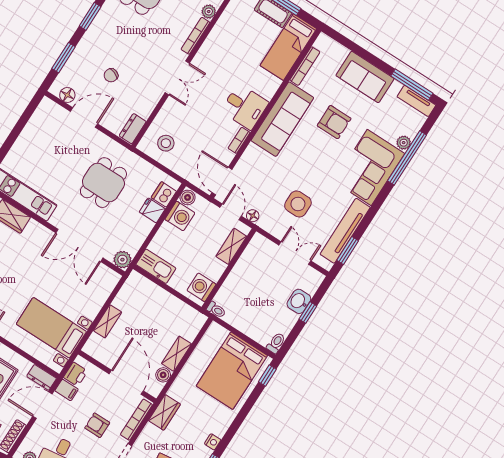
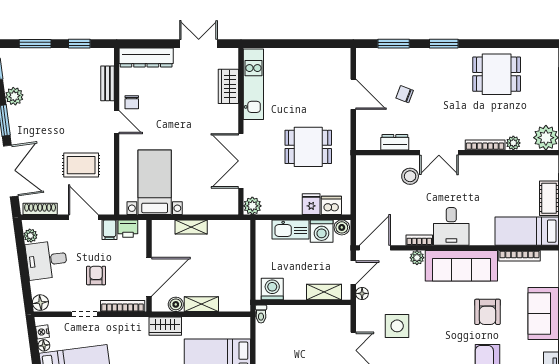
floor lamp: (67, 95) -> (363, 68), removed
dresser: (133, 129) -> (395, 142), moved
stool: (166, 143) -> (410, 176), moved
plant: (252, 151) -> (417, 258), added
kitchen sink: (156, 266) -> (291, 230), moved, turned 90
dresser: (42, 377) -> (107, 201), removed
wardrobe: (164, 412) -> (165, 326), moved

